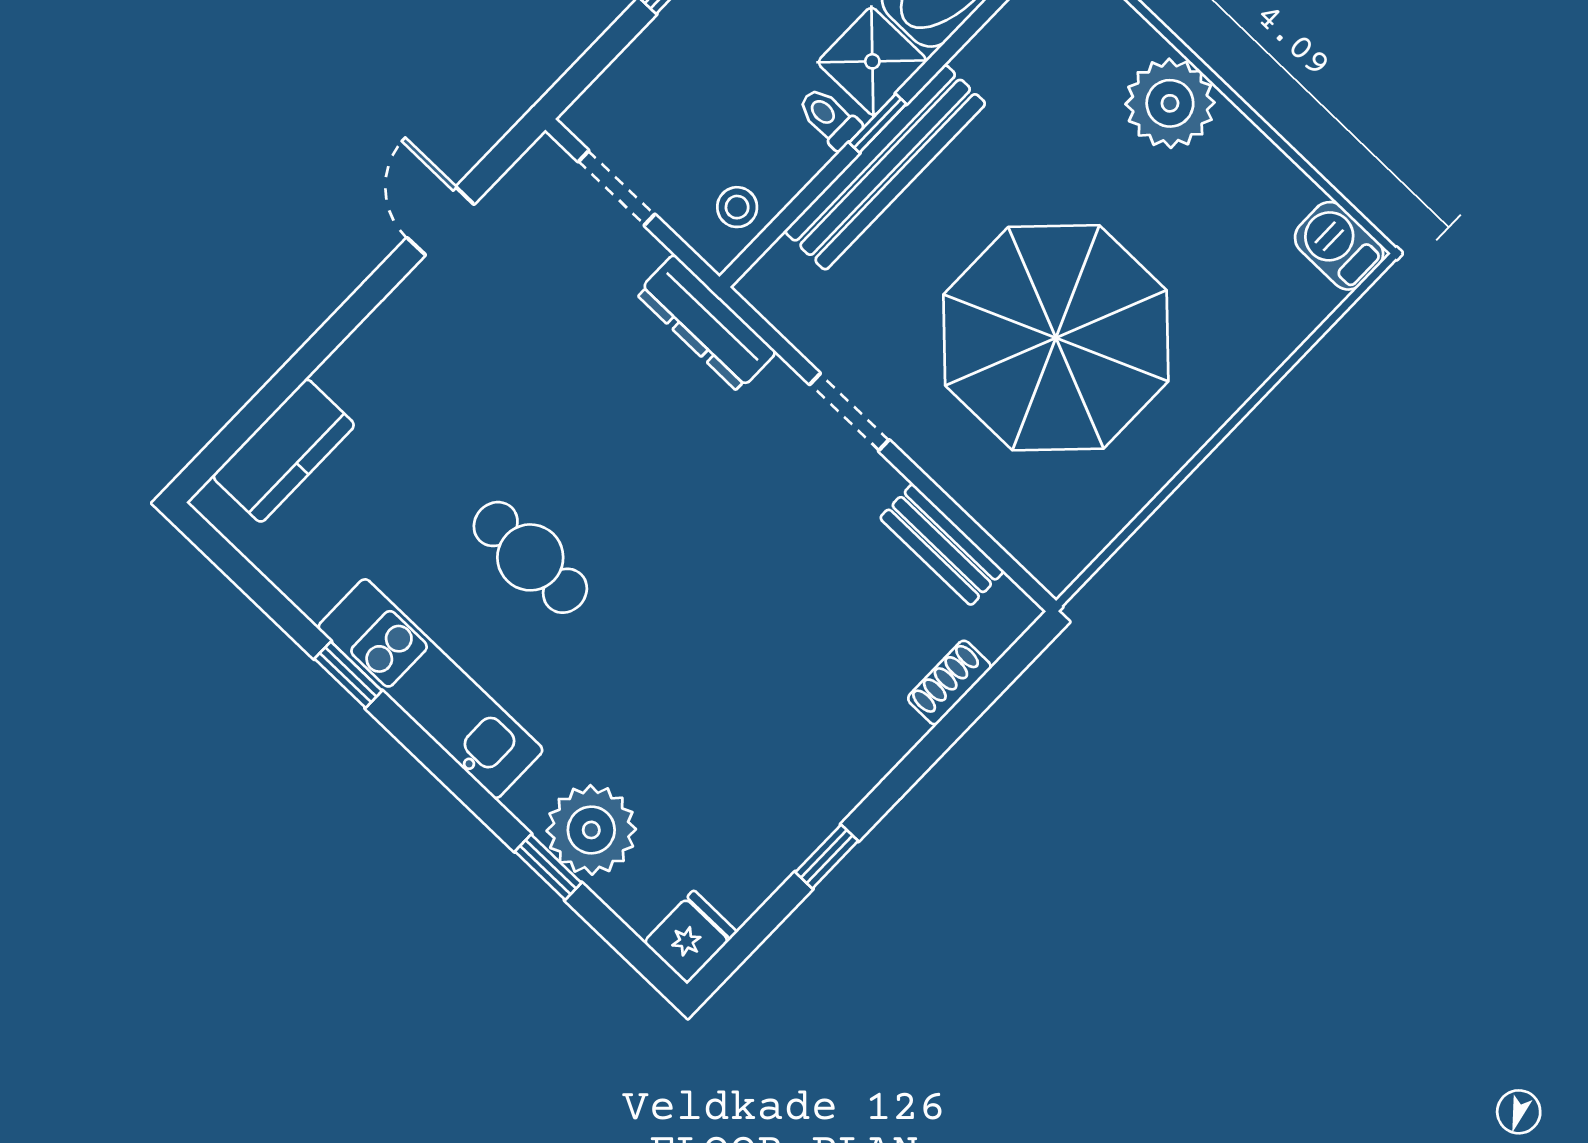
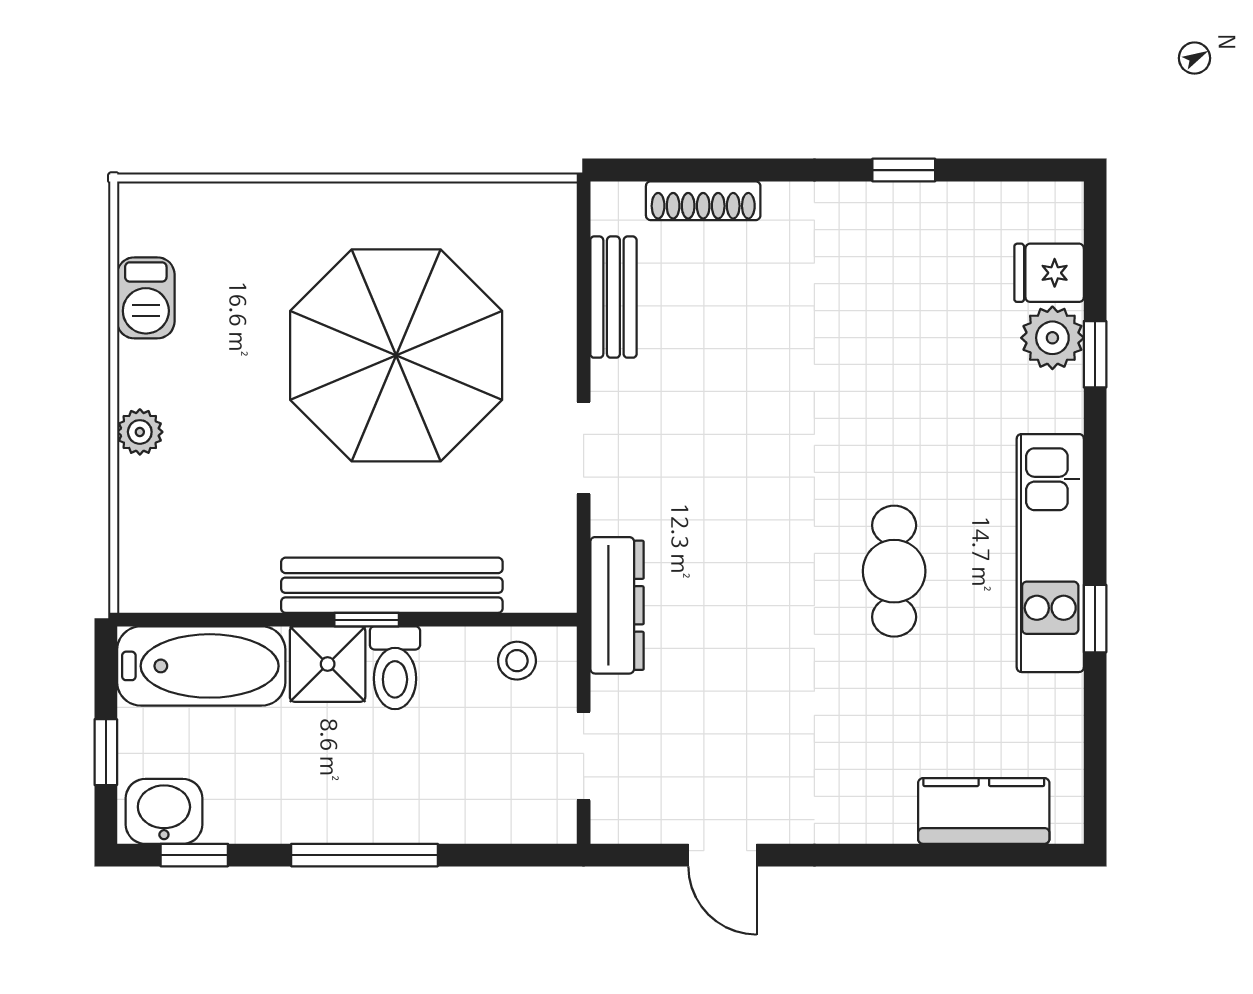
plant: (1170, 103) -> (140, 432), width x0.53, depth x0.53
toilet: (829, 118) -> (395, 668), width x1.37, depth x1.39
door: (441, 221) -> (722, 855), hinge flipped
barbecue: (1339, 246) -> (146, 298), moved
shoe rack: (949, 683) -> (703, 201), width x1.43
plant: (591, 830) -> (1052, 338), width x0.73, depth x0.73
fridge: (690, 937) -> (1049, 273), moved

